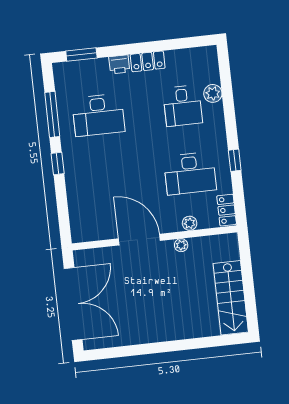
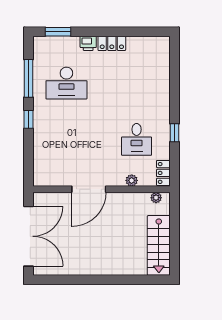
plant: (213, 93) -> (163, 76), removed
desk: (183, 106) -> (137, 83), removed
desk: (190, 173) -> (137, 139), width x0.73
door: (139, 240) -> (89, 189), swing flipped
plant: (181, 245) -> (156, 198), moved

